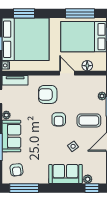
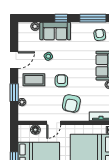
door: (67, 73) -> (54, 123), hinge flipped
armchair: (48, 94) -> (71, 103), turned 101
window: (92, 188) -> (61, 18), moved

